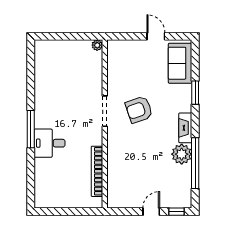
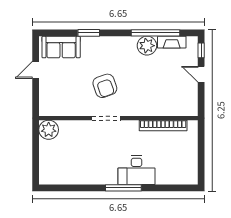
plant: (97, 45) -> (49, 130), width x1.87, depth x1.87
fireplace: (185, 128) -> (172, 42), moved
desk: (50, 143) -> (137, 170), width x1.37

